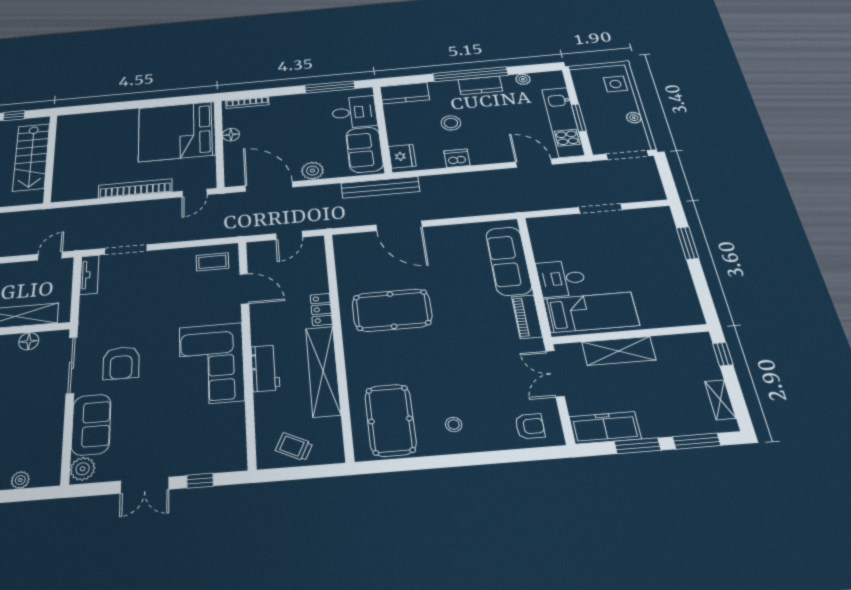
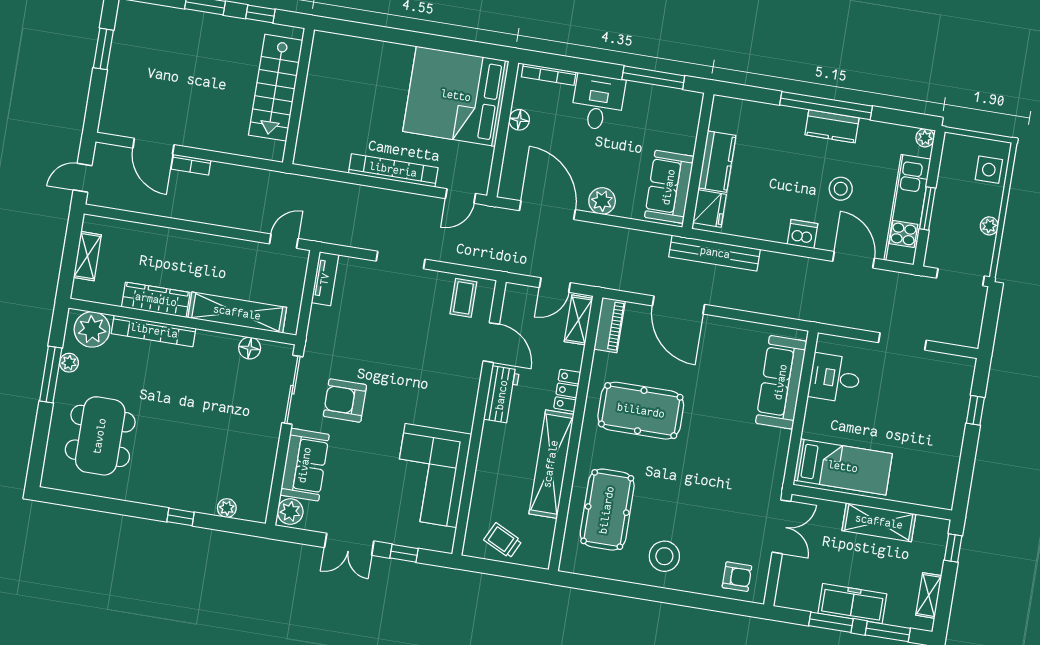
plant: (523, 79) -> (925, 138), moved
kitchen counter: (405, 93) -> (717, 162), moved, turned -90
desk: (354, 112) -> (598, 102), moved, turned -90
stool: (451, 123) -> (841, 189), moved
dishwasher: (457, 158) -> (802, 234), moved
bench: (380, 187) -> (715, 253), moved
window: (688, 243) -> (975, 410), width x0.67
doorway: (126, 249) -> (401, 260), moved
shelving: (316, 255) -> (578, 320), added
coffee table: (212, 262) -> (463, 298), turned 90
desk: (561, 278) -> (835, 378), moved
piano: (527, 317) -> (610, 325), moved, turned 180
shelving: (619, 351) -> (879, 522), moved
armchair: (121, 363) -> (345, 400), turned 90
corner sofa: (211, 364) -> (431, 476), moved
workbench: (265, 368) -> (502, 395), moved
double door: (555, 374) -> (781, 527), swing flipped
pool table: (390, 420) -> (607, 510), moved
stool: (454, 424) -> (664, 556), width x1.89, depth x1.89
freezer: (605, 428) -> (852, 604), moved

